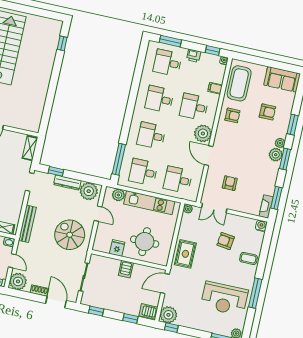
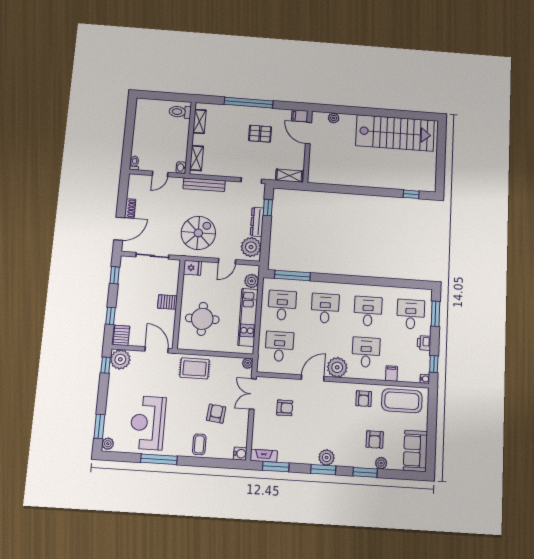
plant: (280, 143) -> (381, 463), moved
fridge: (117, 248) -> (192, 268), moved
plant: (18, 281) -> (138, 183), removed

